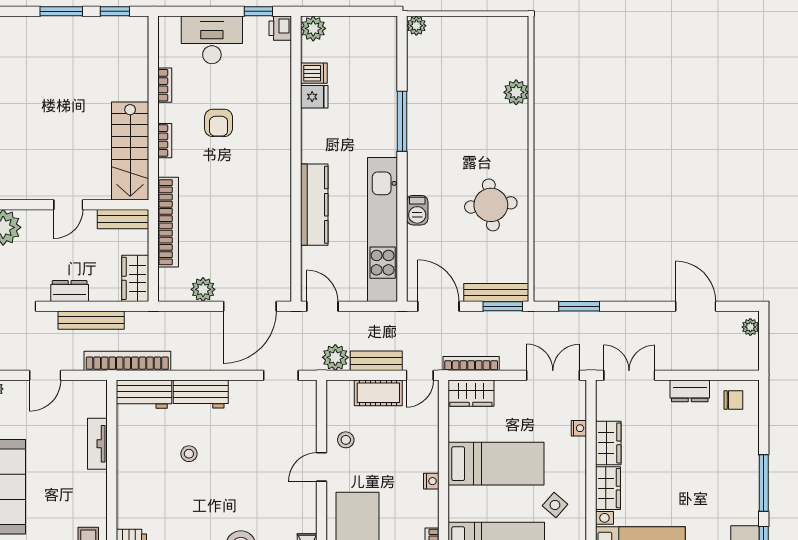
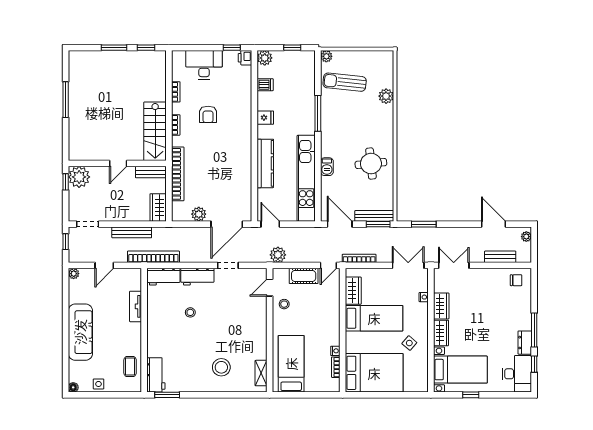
window: (359, 11) -> (292, 48), added
sun lounger: (447, 69) -> (345, 82), added
fridge: (314, 97) -> (265, 118), moved
dresser: (70, 291) -> (119, 215), removed
bench: (376, 361) -> (500, 257), moved
doorway: (281, 375) -> (228, 265), moved
dresser: (690, 391) -> (525, 343), moved, turned 90
wardrobe: (471, 393) -> (353, 291), moved, turned -90
door: (321, 467) -> (270, 288), moved
nightstand: (431, 481) -> (335, 351), moved

